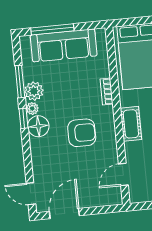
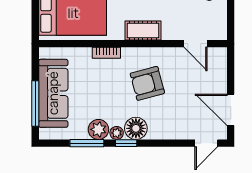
armchair: (82, 133) -> (147, 83), turned -105

